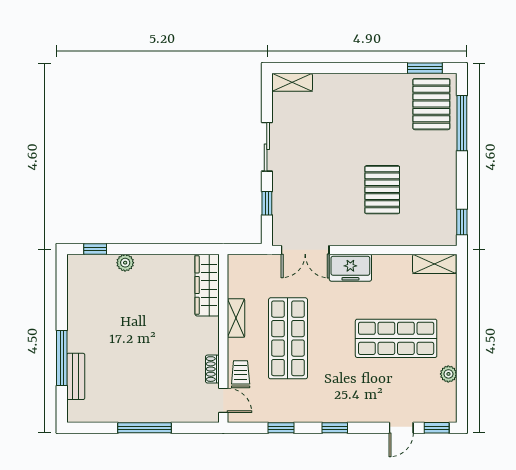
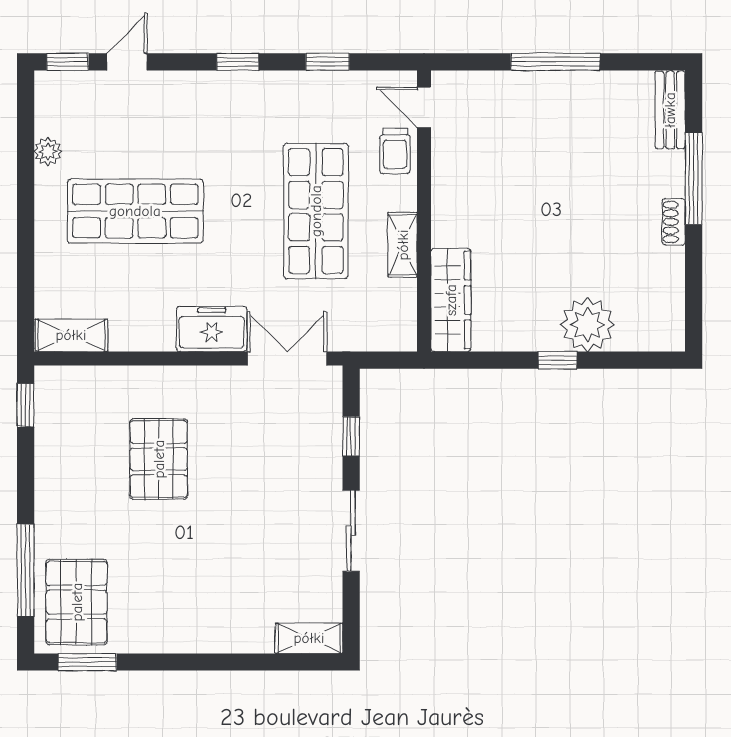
window: (95, 249) -> (558, 360), moved
plant: (125, 263) -> (588, 325), width x1.87, depth x1.87
shoe rack: (212, 369) -> (674, 222), moved, turned 180
bench: (76, 376) -> (670, 110), moved

